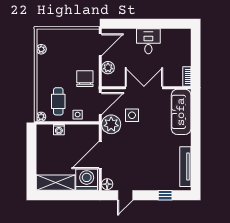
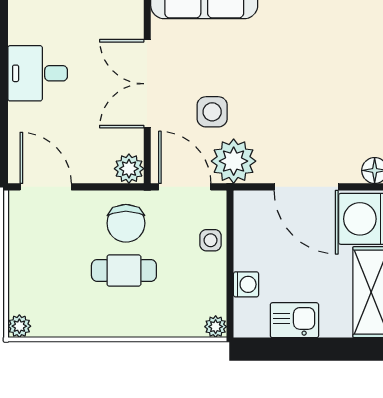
plant: (41, 49) -> (19, 326), moved
plant: (108, 68) -> (129, 169), moved
chair: (85, 79) -> (126, 223), turned -90
cafe table: (58, 101) -> (124, 270), moved
kitchen sink: (44, 150) -> (294, 320), added

